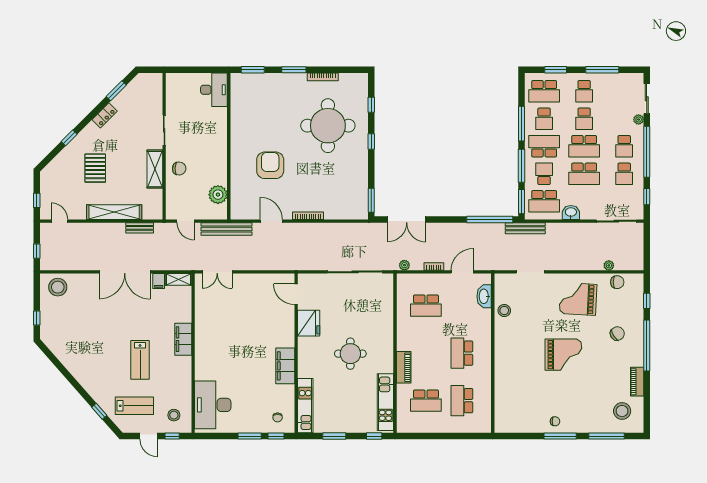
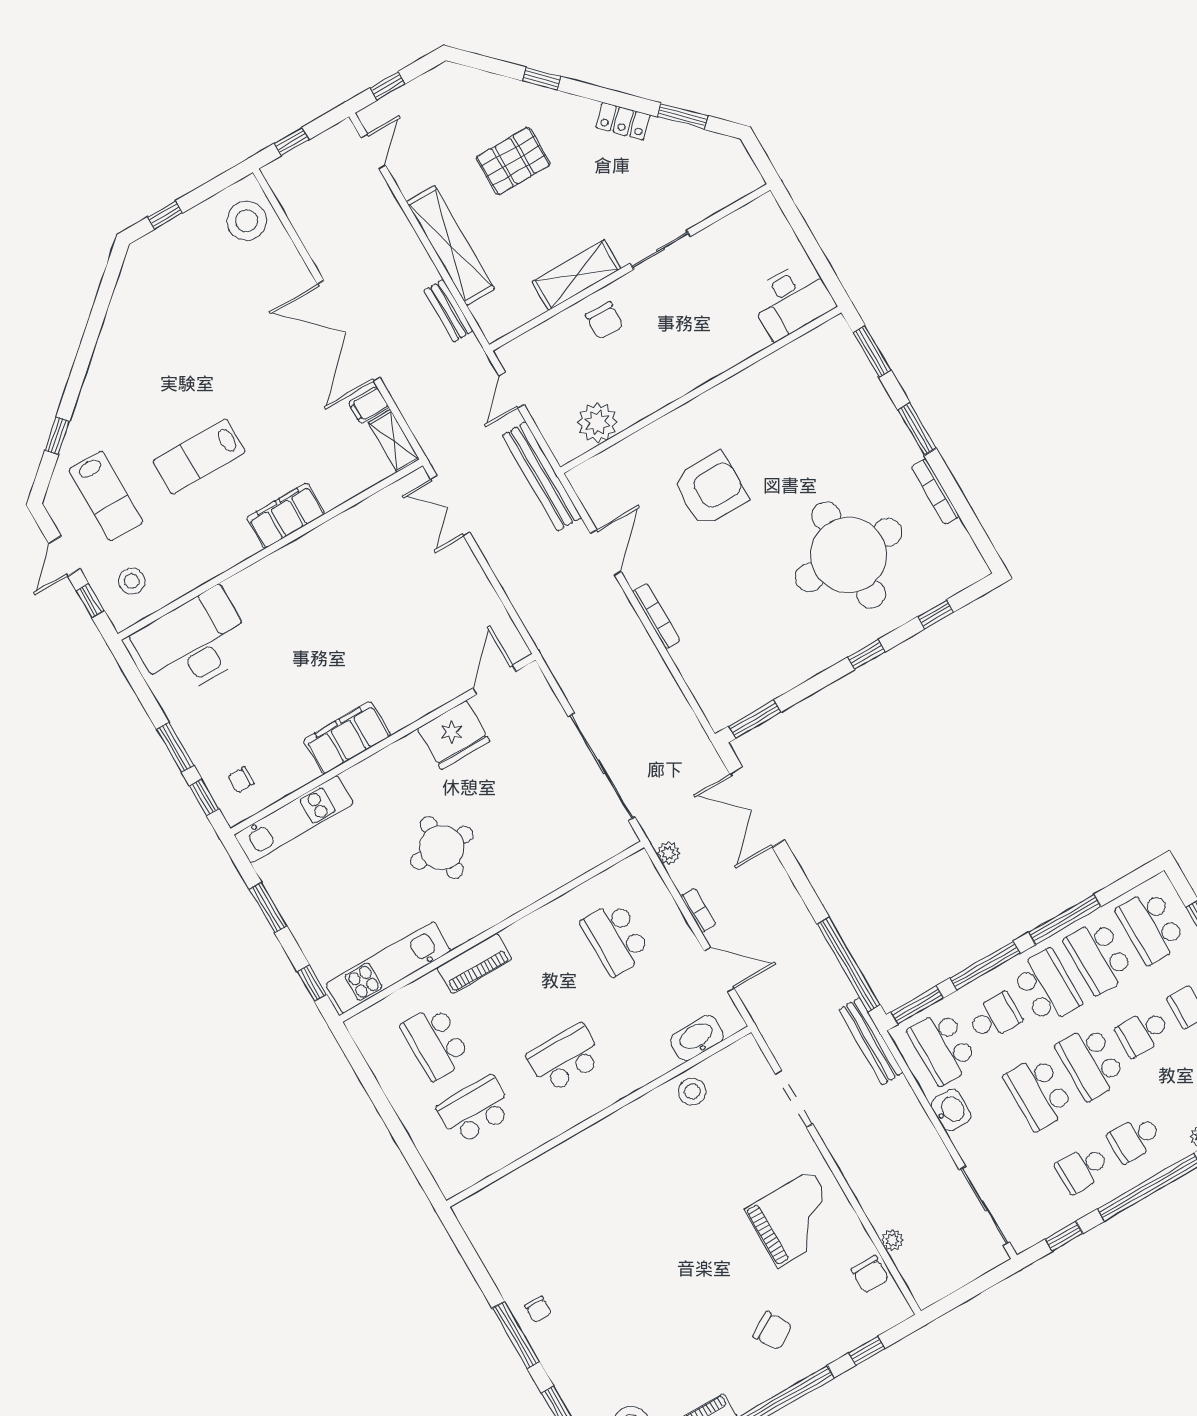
school desk: (544, 119) -> (1099, 957), width x1.85
grand piano: (578, 299) -> (795, 1219), turned 87
grand piano: (563, 355) -> (674, 1252), removed

